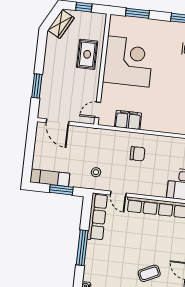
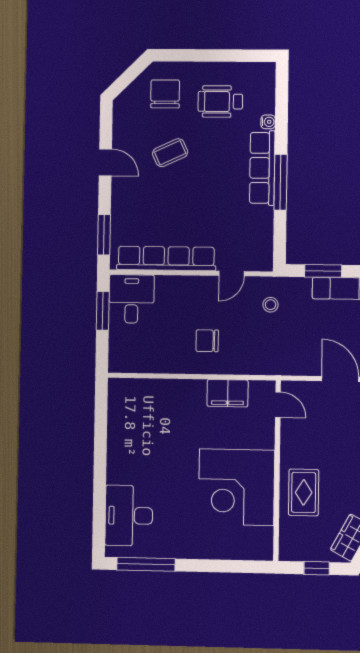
window: (137, 13) -> (229, 566), removed
door: (98, 110) -> (278, 405), hinge flipped
door: (118, 194) -> (232, 274), swing flipped
row of seats: (97, 217) -> (262, 168), moved

